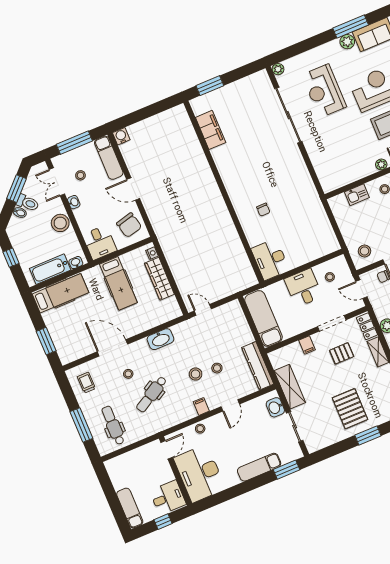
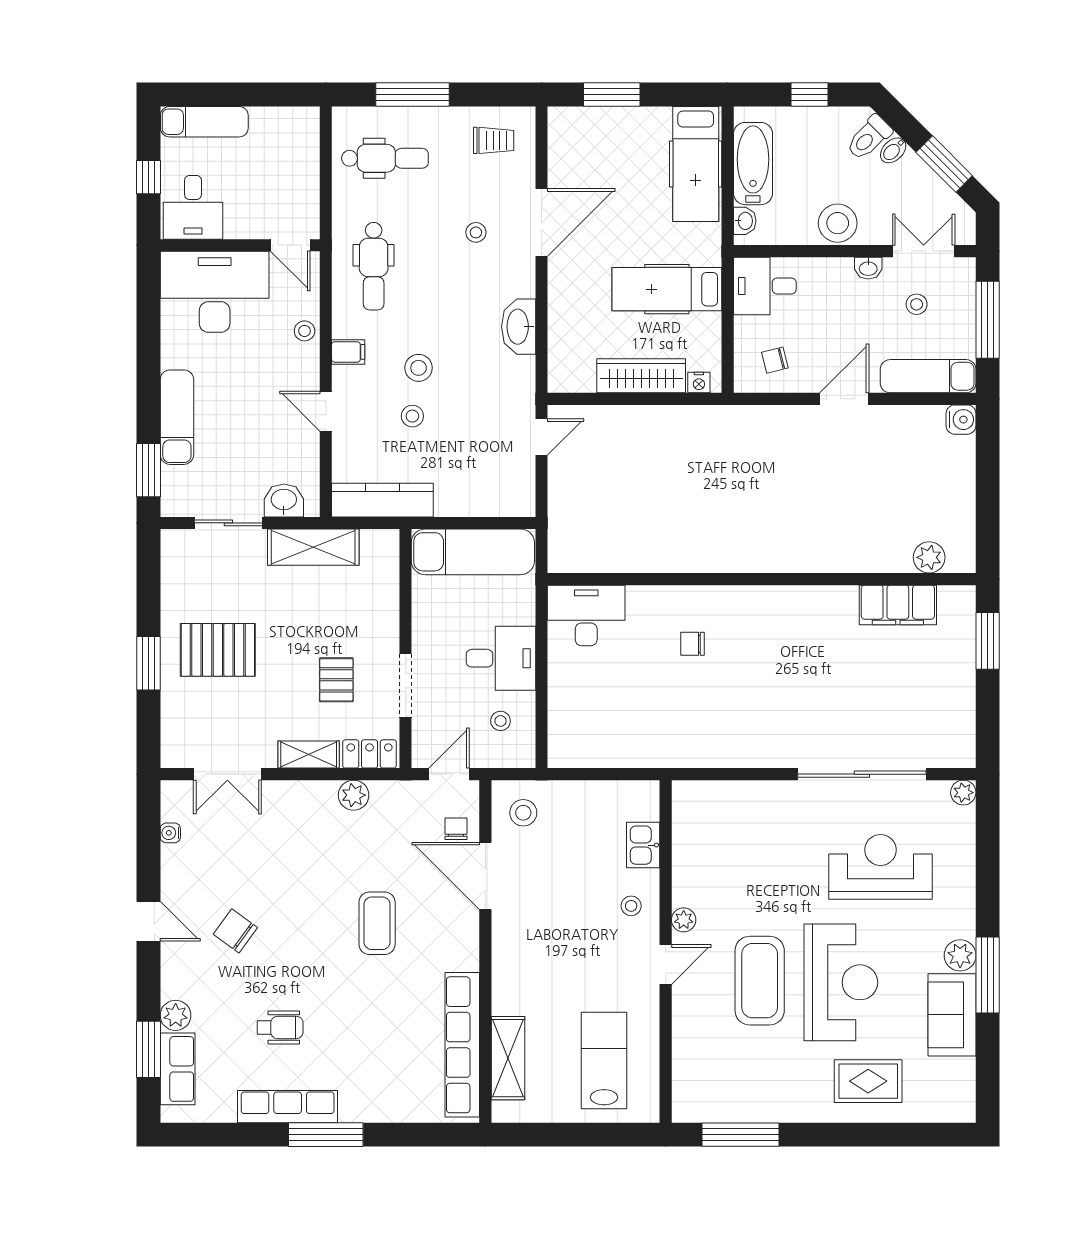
plant: (185, 125) -> (929, 557), added
toilet: (28, 203) -> (869, 138), moved
chair: (129, 225) -> (775, 360), width x0.54, depth x0.54
filing cabinet: (307, 345) -> (383, 617), removed
dental chair: (152, 394) -> (374, 266), moved, turned -150

